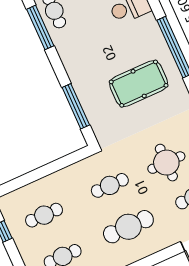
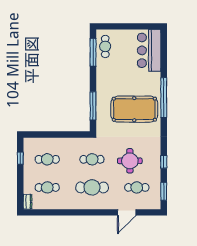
pool table: (139, 84) -> (134, 109), width x1.36, depth x1.32

